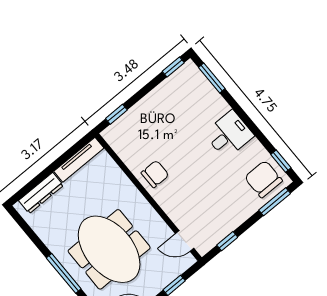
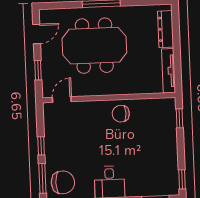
chair: (155, 174) -> (121, 114), turned 90
window: (227, 241) -> (41, 146), moved

